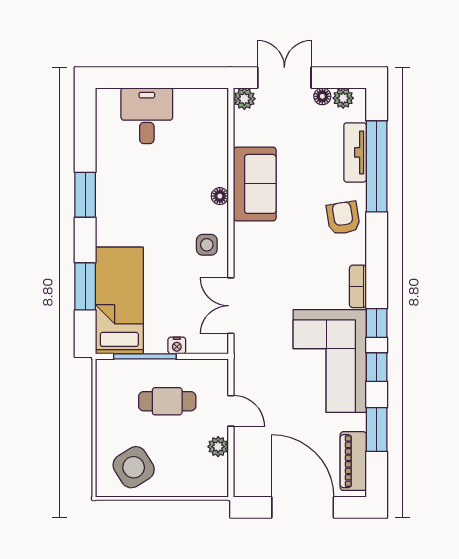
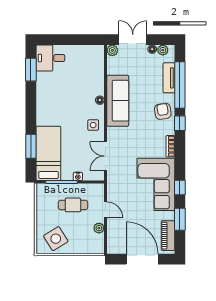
desk: (147, 116) -> (50, 58), moved, turned -90
sofa: (255, 184) -> (118, 101), width x1.36
window: (85, 195) -> (31, 70), moved
window: (377, 323) -> (180, 123), moved

